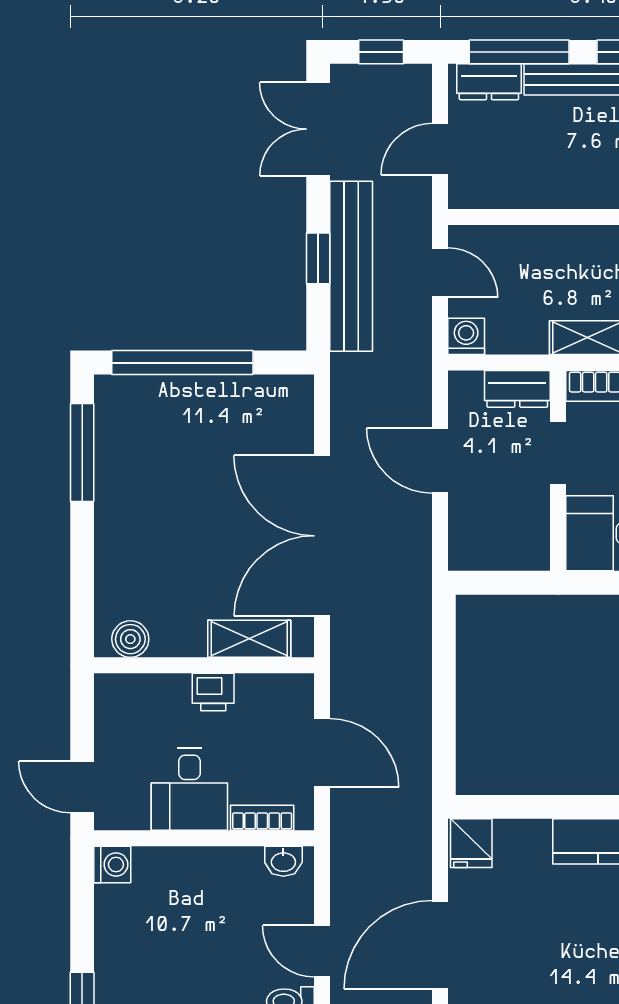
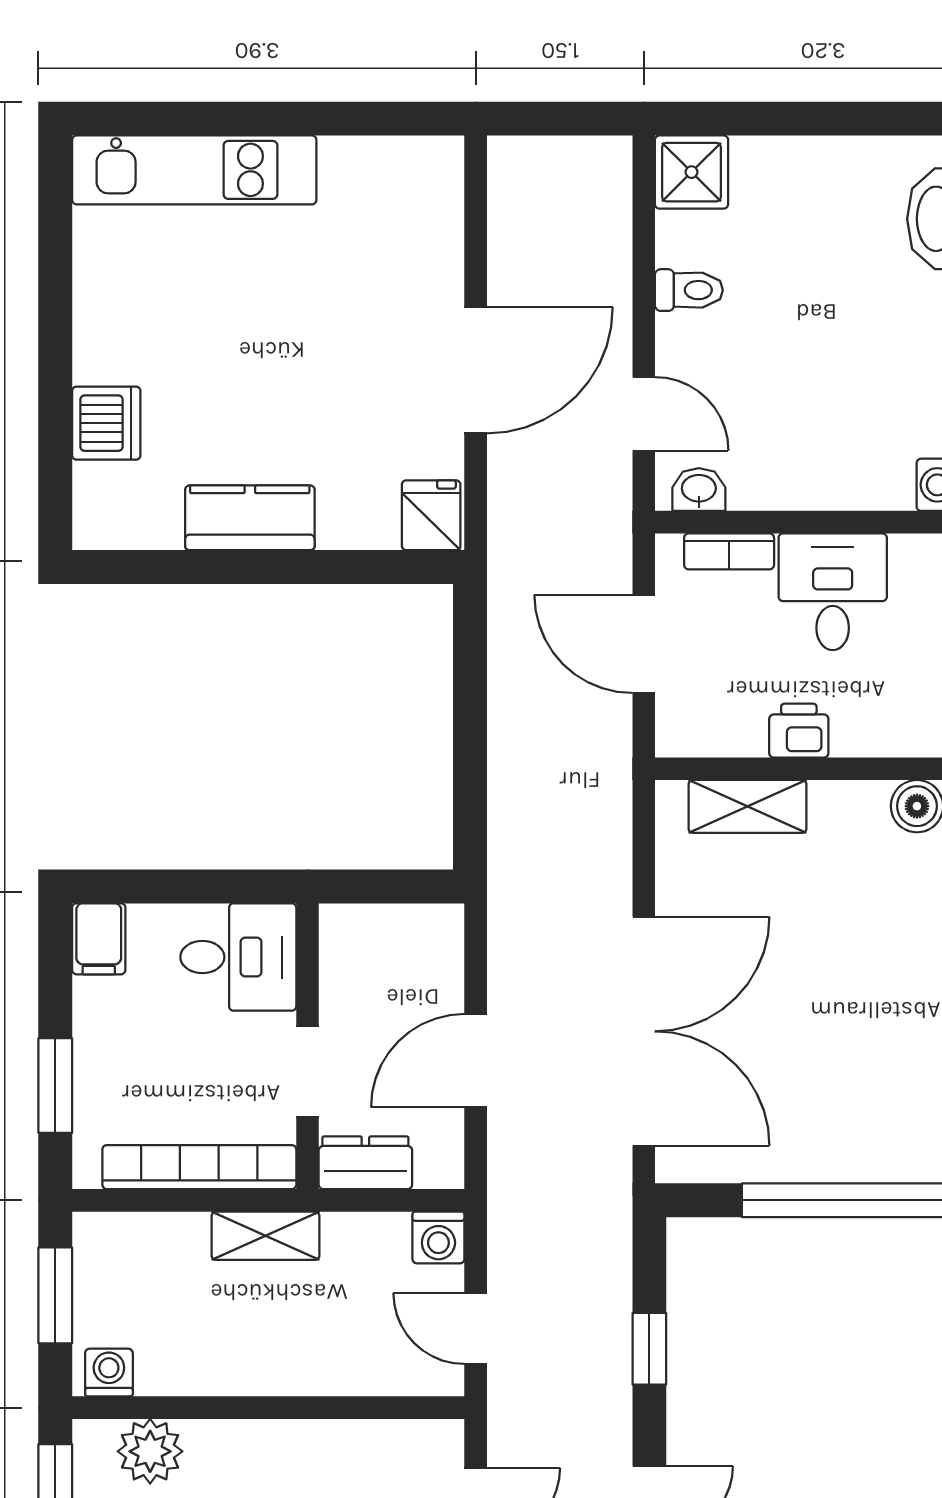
bench: (351, 266) -> (602, 1338), removed
door: (440, 461) -> (476, 1061), swing flipped
double door: (322, 536) -> (644, 1031), moved
door: (322, 951) -> (644, 414), moved

